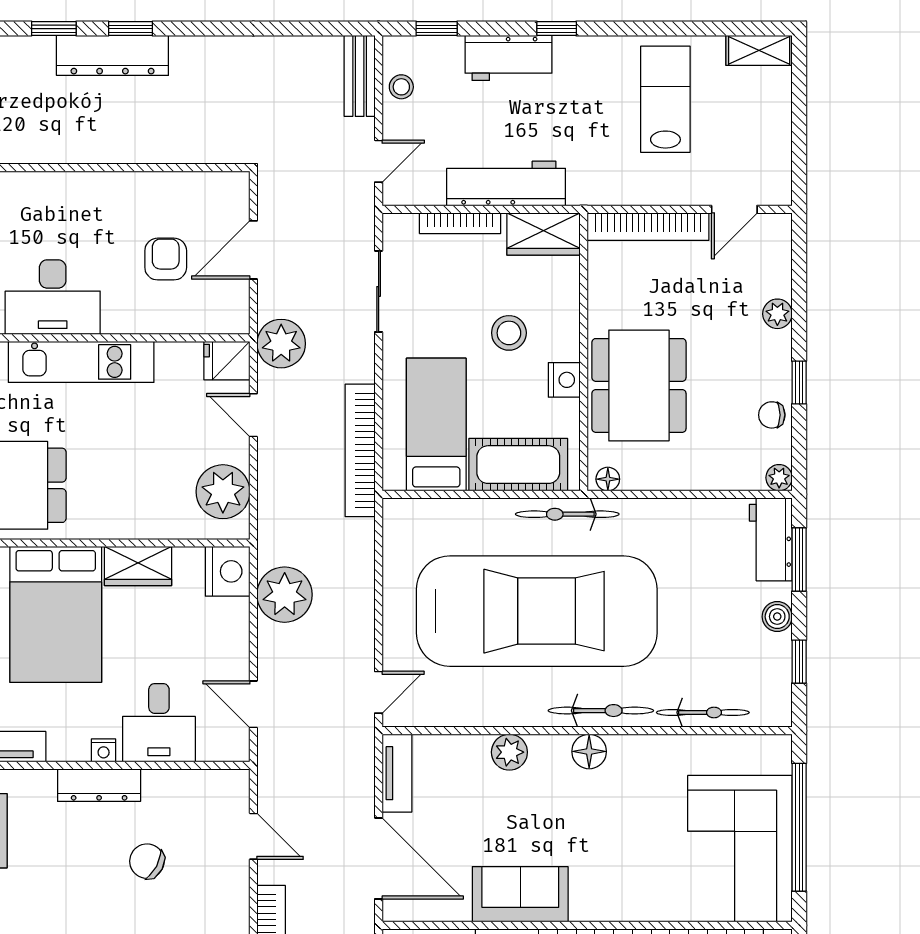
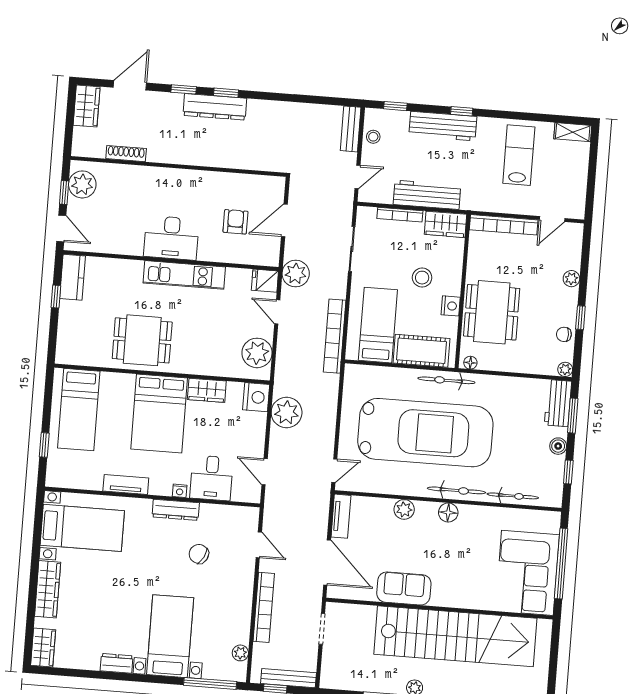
workbench: (509, 58) -> (443, 126), width x1.38

